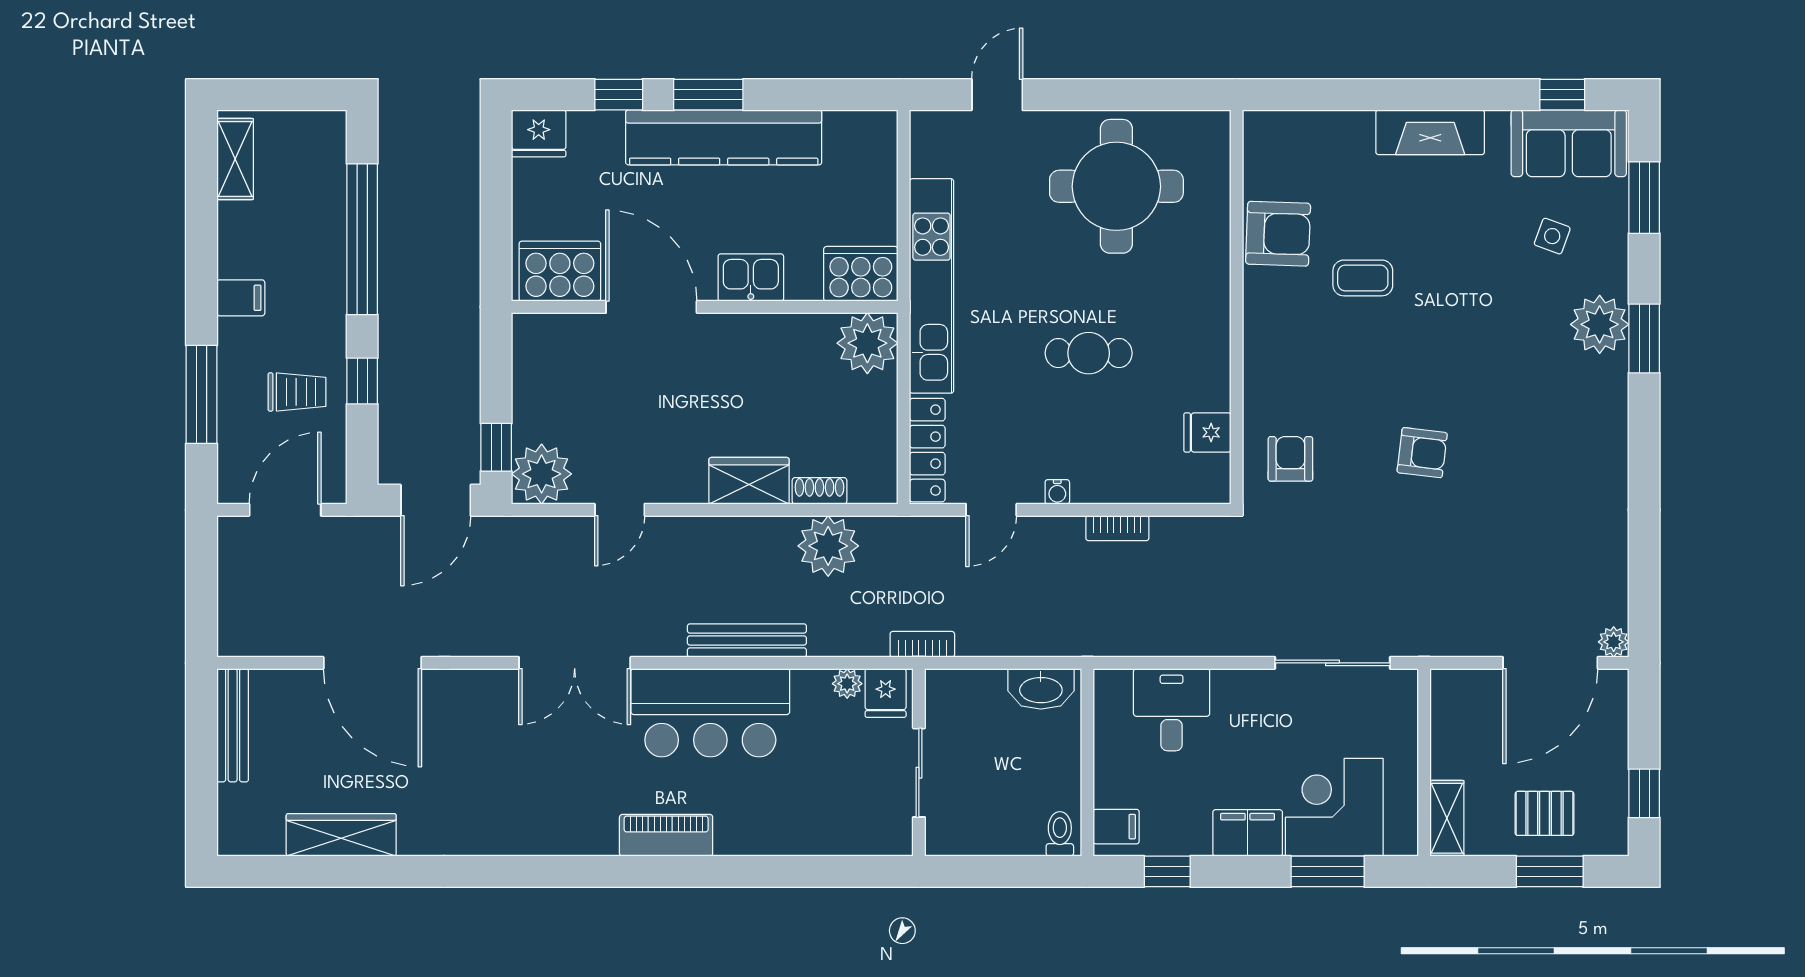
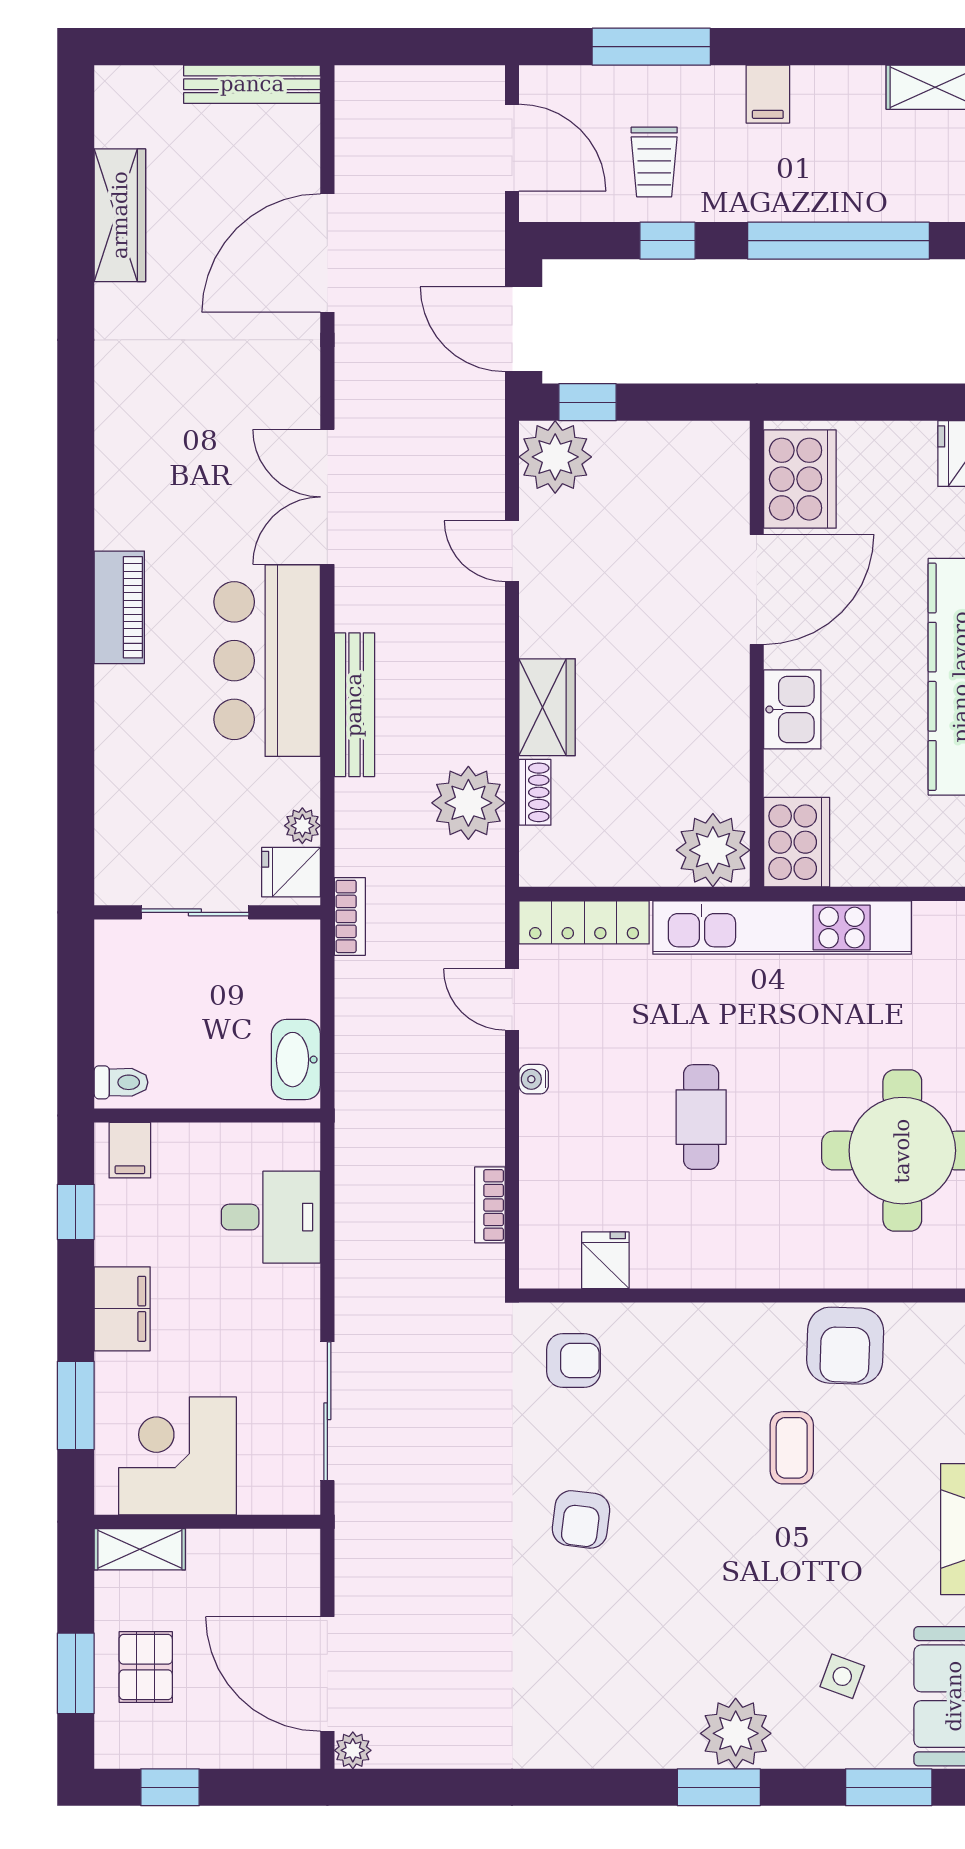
bookcase: (1117, 528) -> (490, 1205), moved
corner desk: (1334, 807) -> (178, 1456), moved, turned -90

